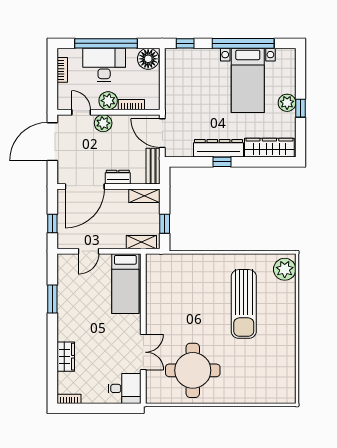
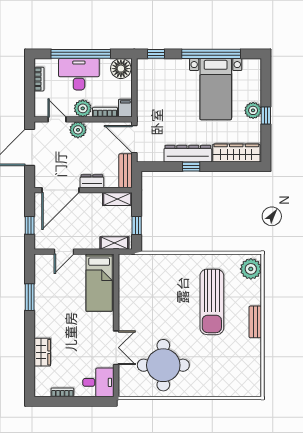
filing cabinet: (153, 100) -> (125, 108), added
bench: (289, 325) -> (255, 322), added
bookcase: (69, 399) -> (62, 392), moved

